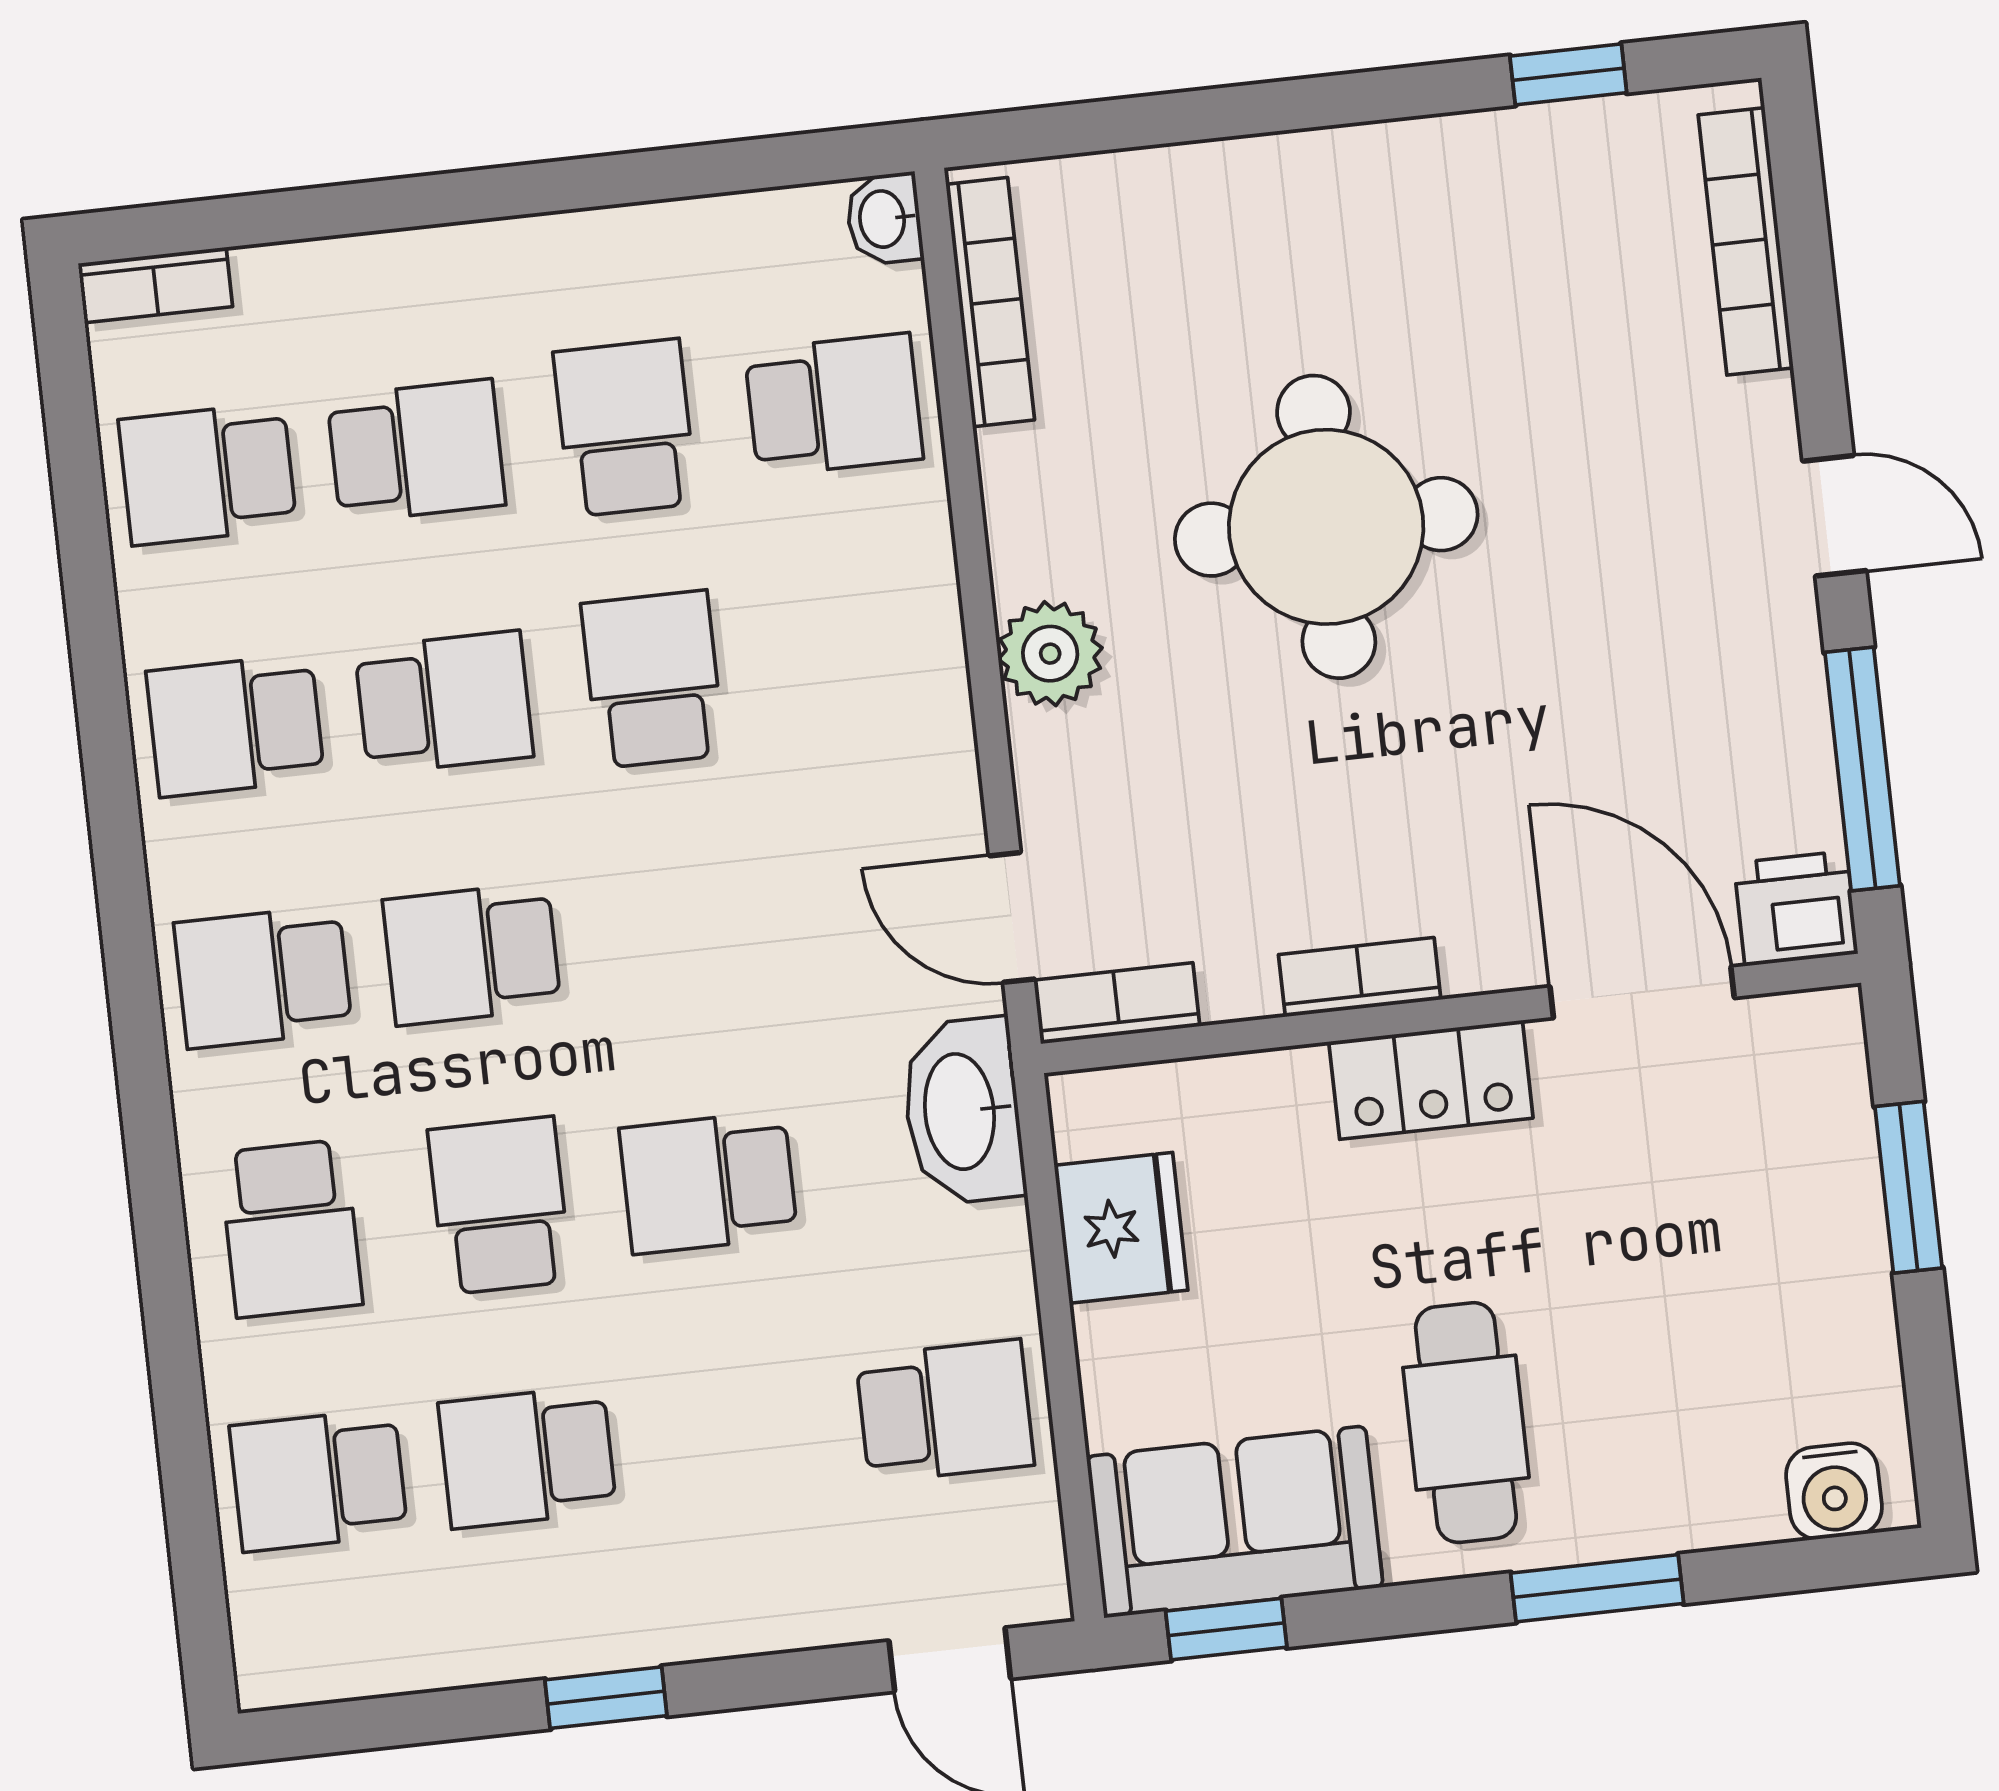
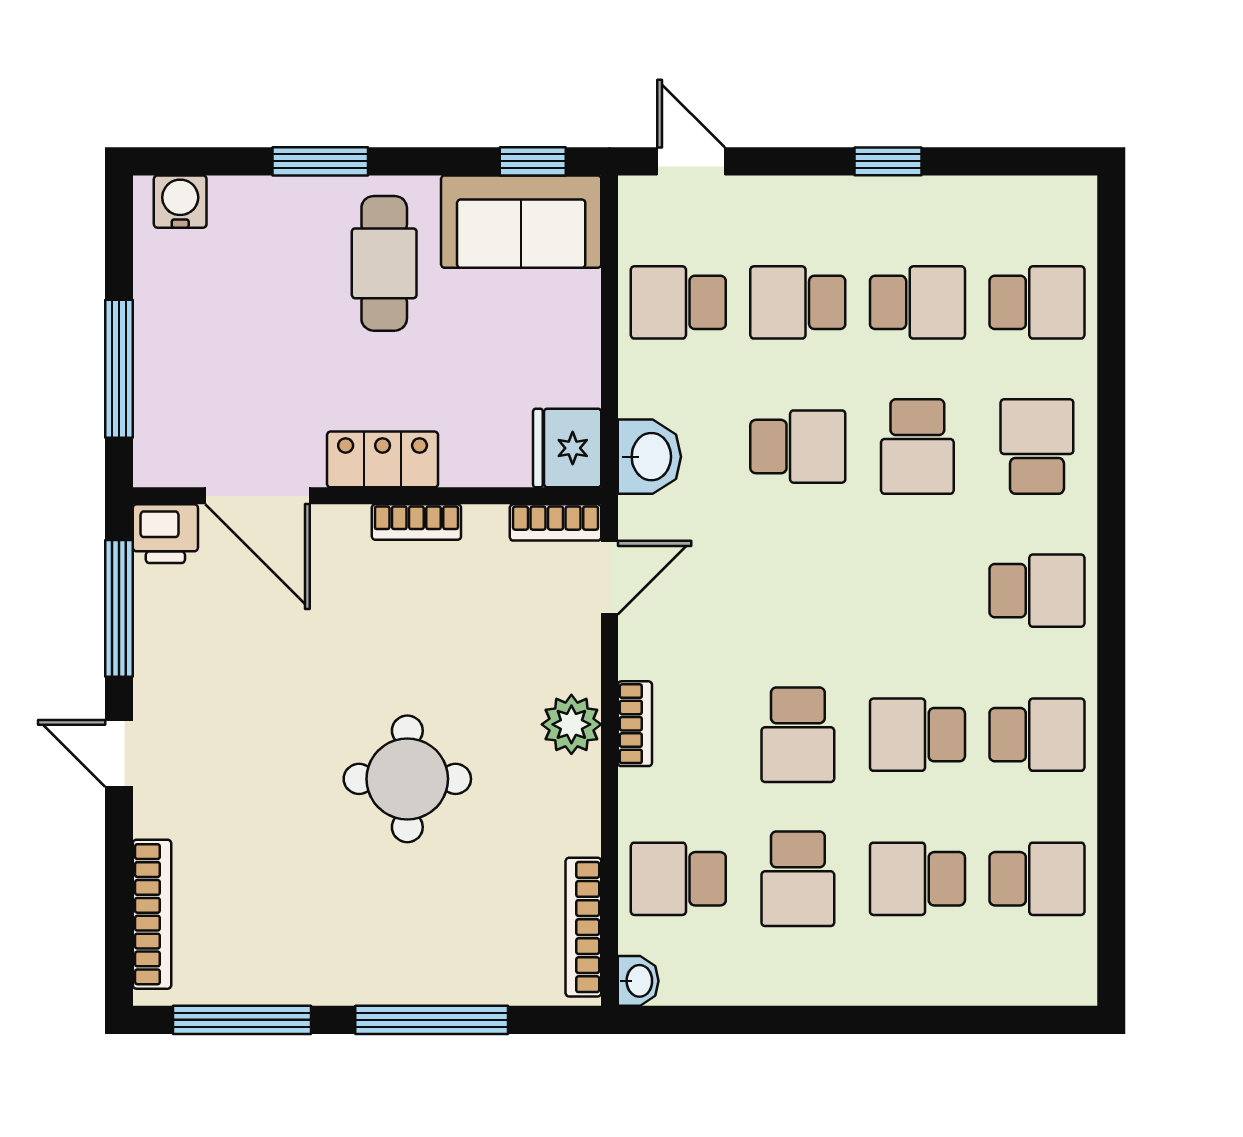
window: (1568, 74) -> (242, 1020), width x2.17
window: (1237, 111) -> (432, 1020), added
bookcase: (155, 285) -> (635, 724), moved, turned 90
round table: (1326, 527) -> (407, 779), width x0.73, depth x0.73
door: (1012, 917) -> (610, 578), hinge flipped
school desk: (472, 954) -> (798, 302), moved, turned 180
washbasin: (963, 1111) -> (649, 457), width x0.72
window: (1909, 1187) -> (119, 369), width x1.44
fridge: (1121, 1228) -> (567, 448), moved

